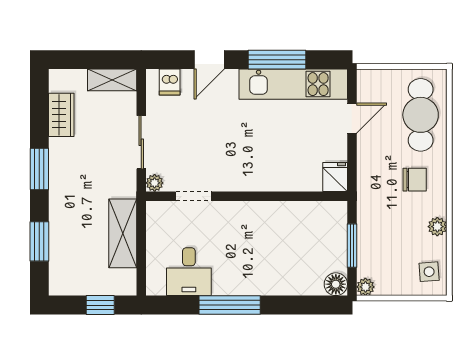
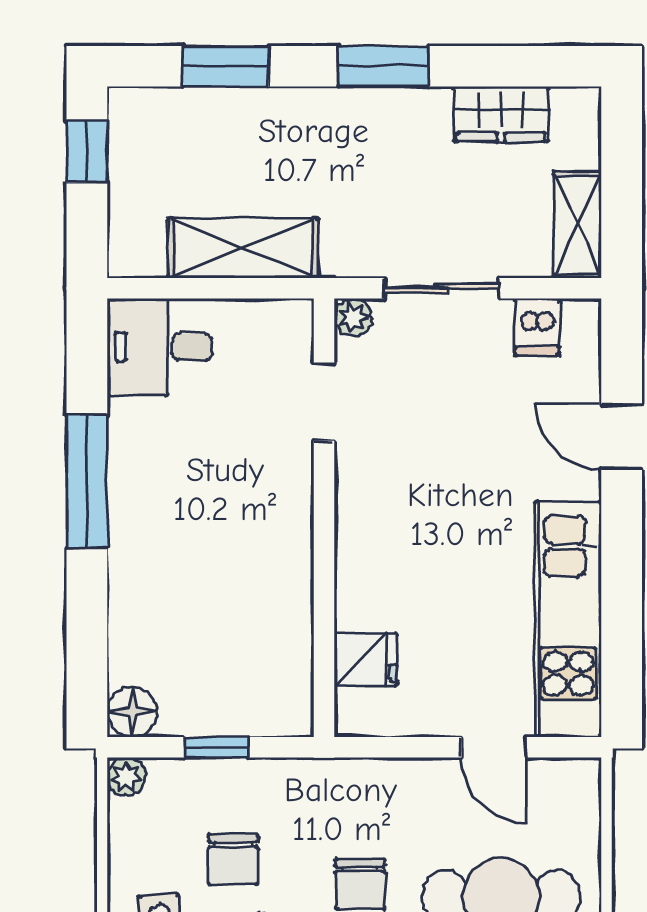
window: (277, 60) -> (622, 584), removed
dishwasher: (170, 82) -> (537, 327), moved, turned -90
fridge: (335, 177) -> (366, 660), moved
chair: (403, 238) -> (233, 859), added
window: (352, 246) -> (216, 747), width x0.67
desk: (189, 272) -> (160, 347), moved
window: (100, 305) -> (87, 152), moved

